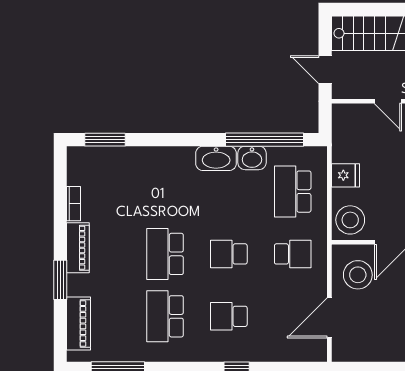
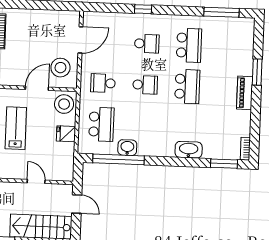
washbasin: (216, 158) -> (189, 150), moved
bookcase: (74, 204) -> (245, 149), moved
piano: (79, 324) -> (246, 43), removed

